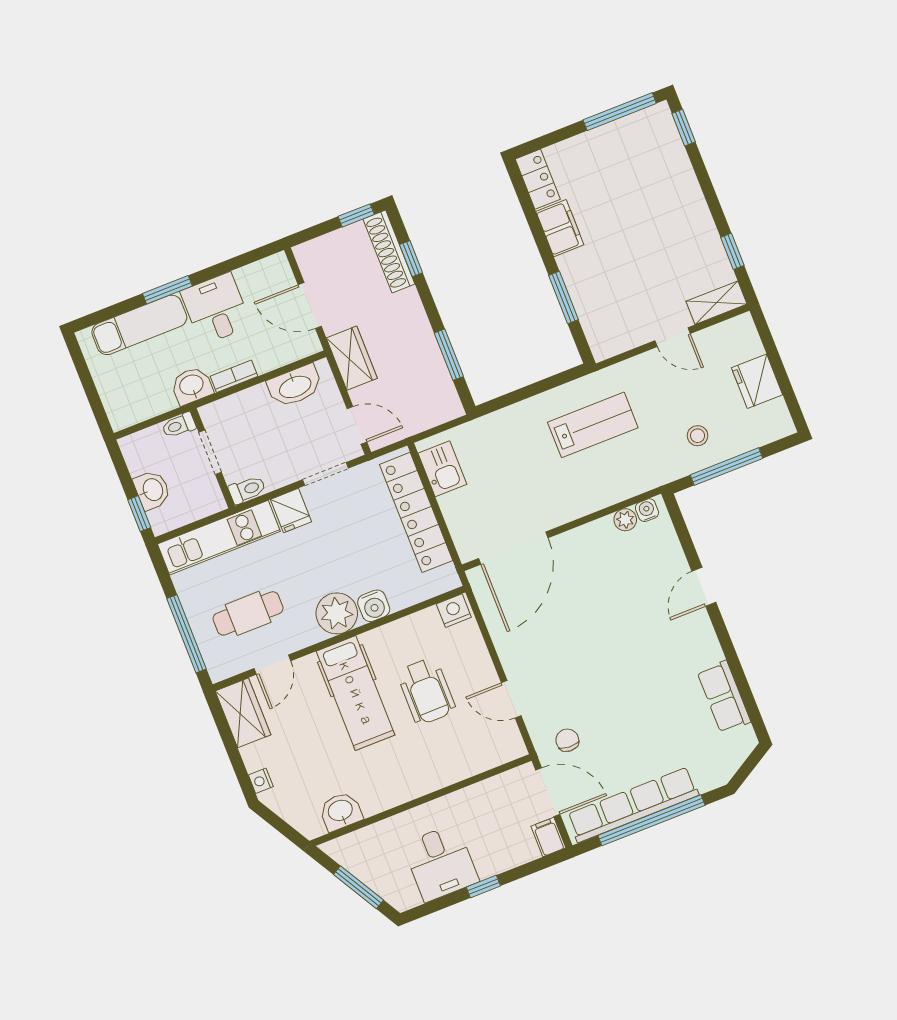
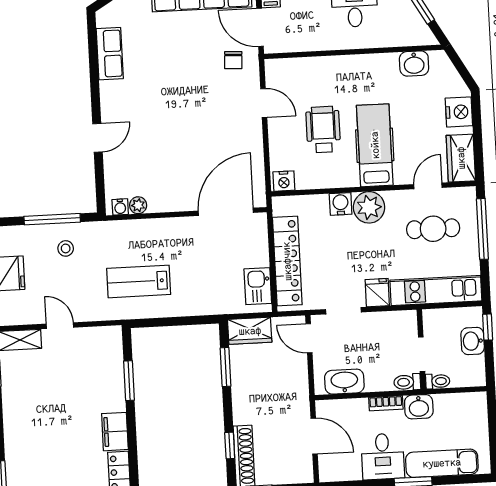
wardrobe: (352, 358) -> (250, 331), moved, turned -90
toilet: (247, 490) -> (407, 382), moved
nightstand: (261, 781) -> (459, 112), width x1.89, depth x1.79

